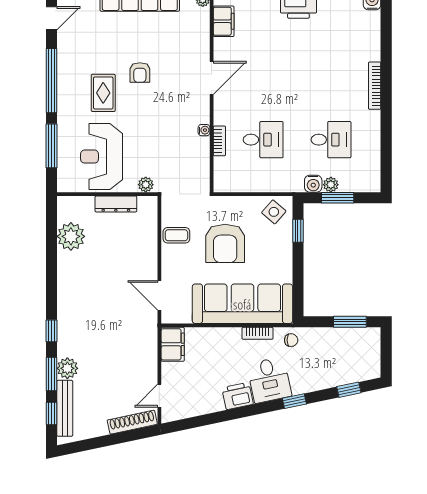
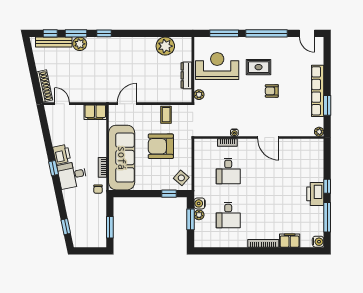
filing cabinet: (224, 21) -> (290, 241), moved, turned 180
window: (294, 401) -> (53, 168), moved

